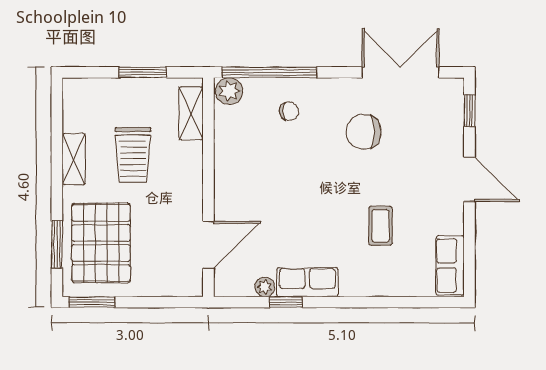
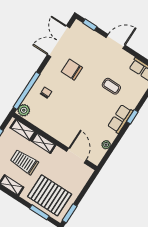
chair: (364, 132) -> (72, 70), turned 90
trolley: (133, 155) -> (24, 162), turned 180
shelving: (192, 168) -> (43, 143), added
row of seats: (307, 282) -> (120, 119), moved
window: (286, 302) -> (132, 117), moved

